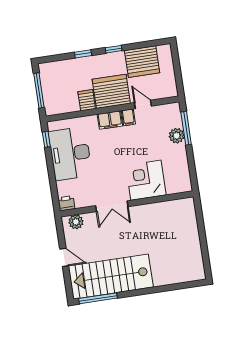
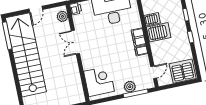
server rack: (142, 62) -> (183, 71), moved, turned 90
server rack: (111, 91) -> (159, 32), width x0.62
door: (143, 104) -> (154, 72), moved
corner desk: (146, 180) -> (99, 81), moved
stairs: (111, 277) -> (26, 55), width x1.36

